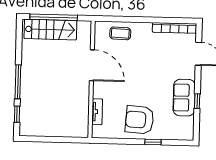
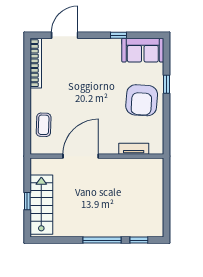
window: (54, 17) -> (27, 201), width x0.32
sofa: (184, 98) -> (143, 50), moved

